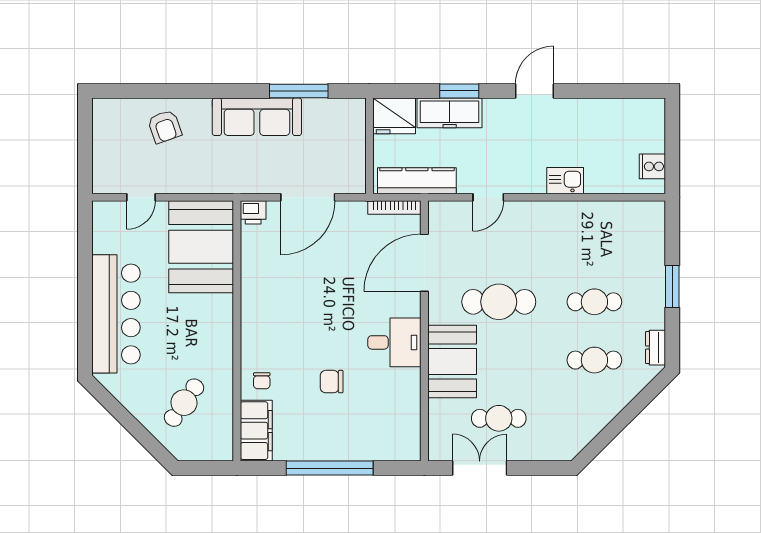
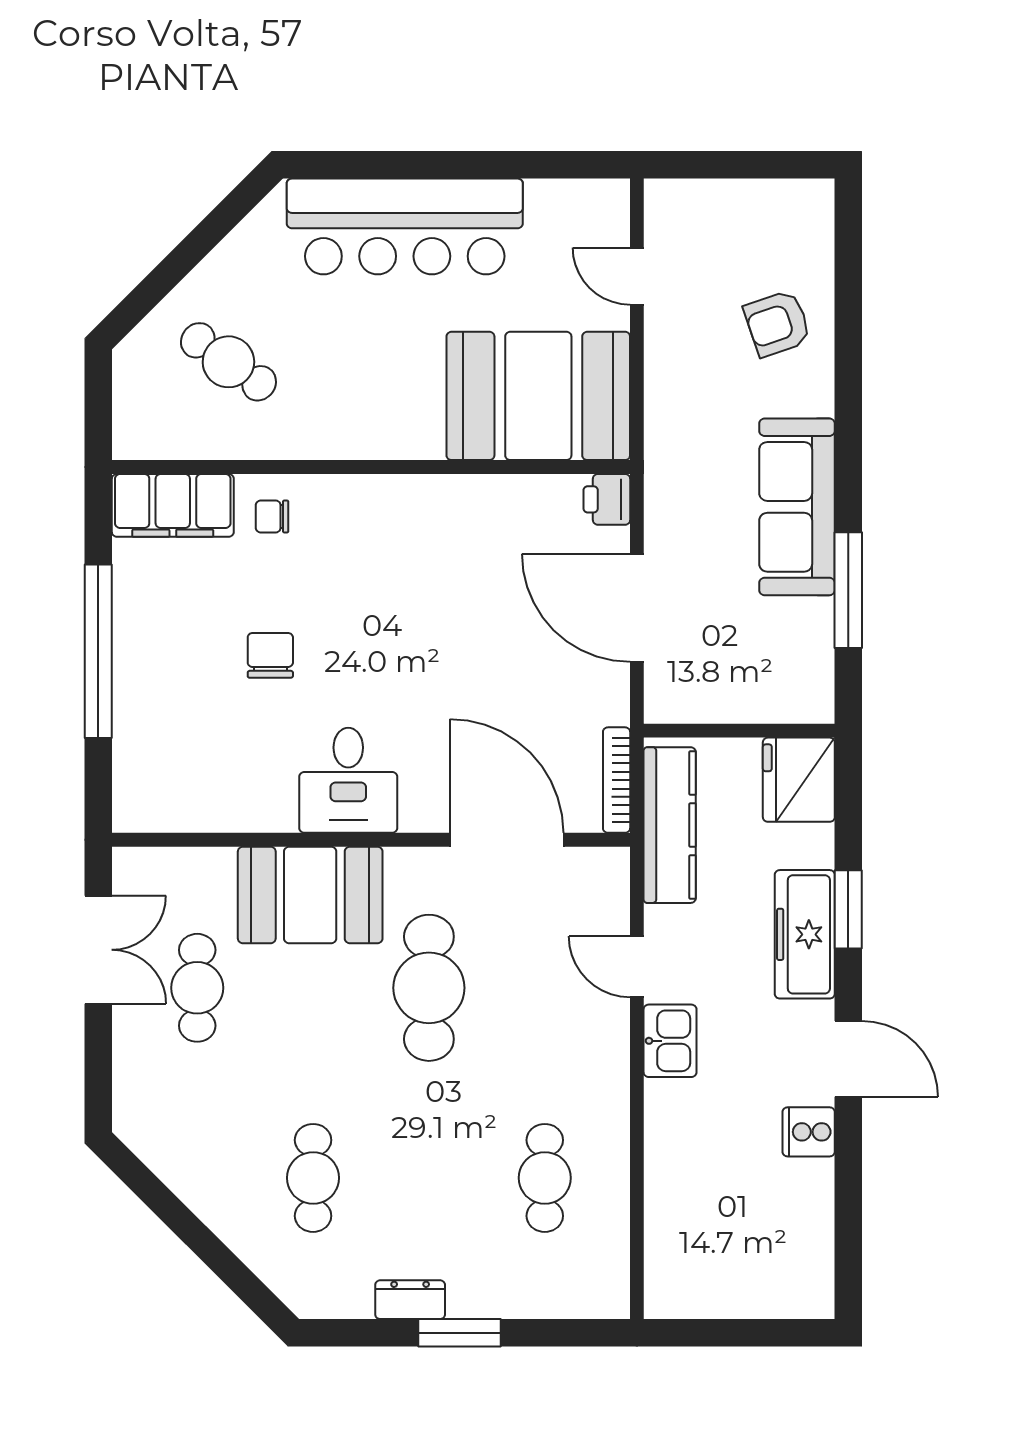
freezer: (450, 113) -> (805, 934), moved
cooker: (652, 166) -> (809, 1132), moved, turned -90
kitchen sink: (565, 181) -> (670, 1041), moved
cafe table: (594, 302) -> (545, 1178), moved
dresser: (656, 348) -> (410, 1300), moved

